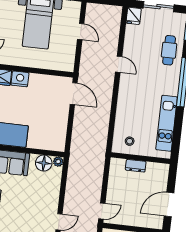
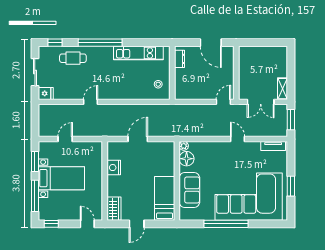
nightstand: (20, 79) -> (114, 168), moved
door: (74, 94) -> (138, 139), moved
dresser: (136, 166) -> (180, 59), moved
door: (102, 211) -> (223, 102), hinge flipped

